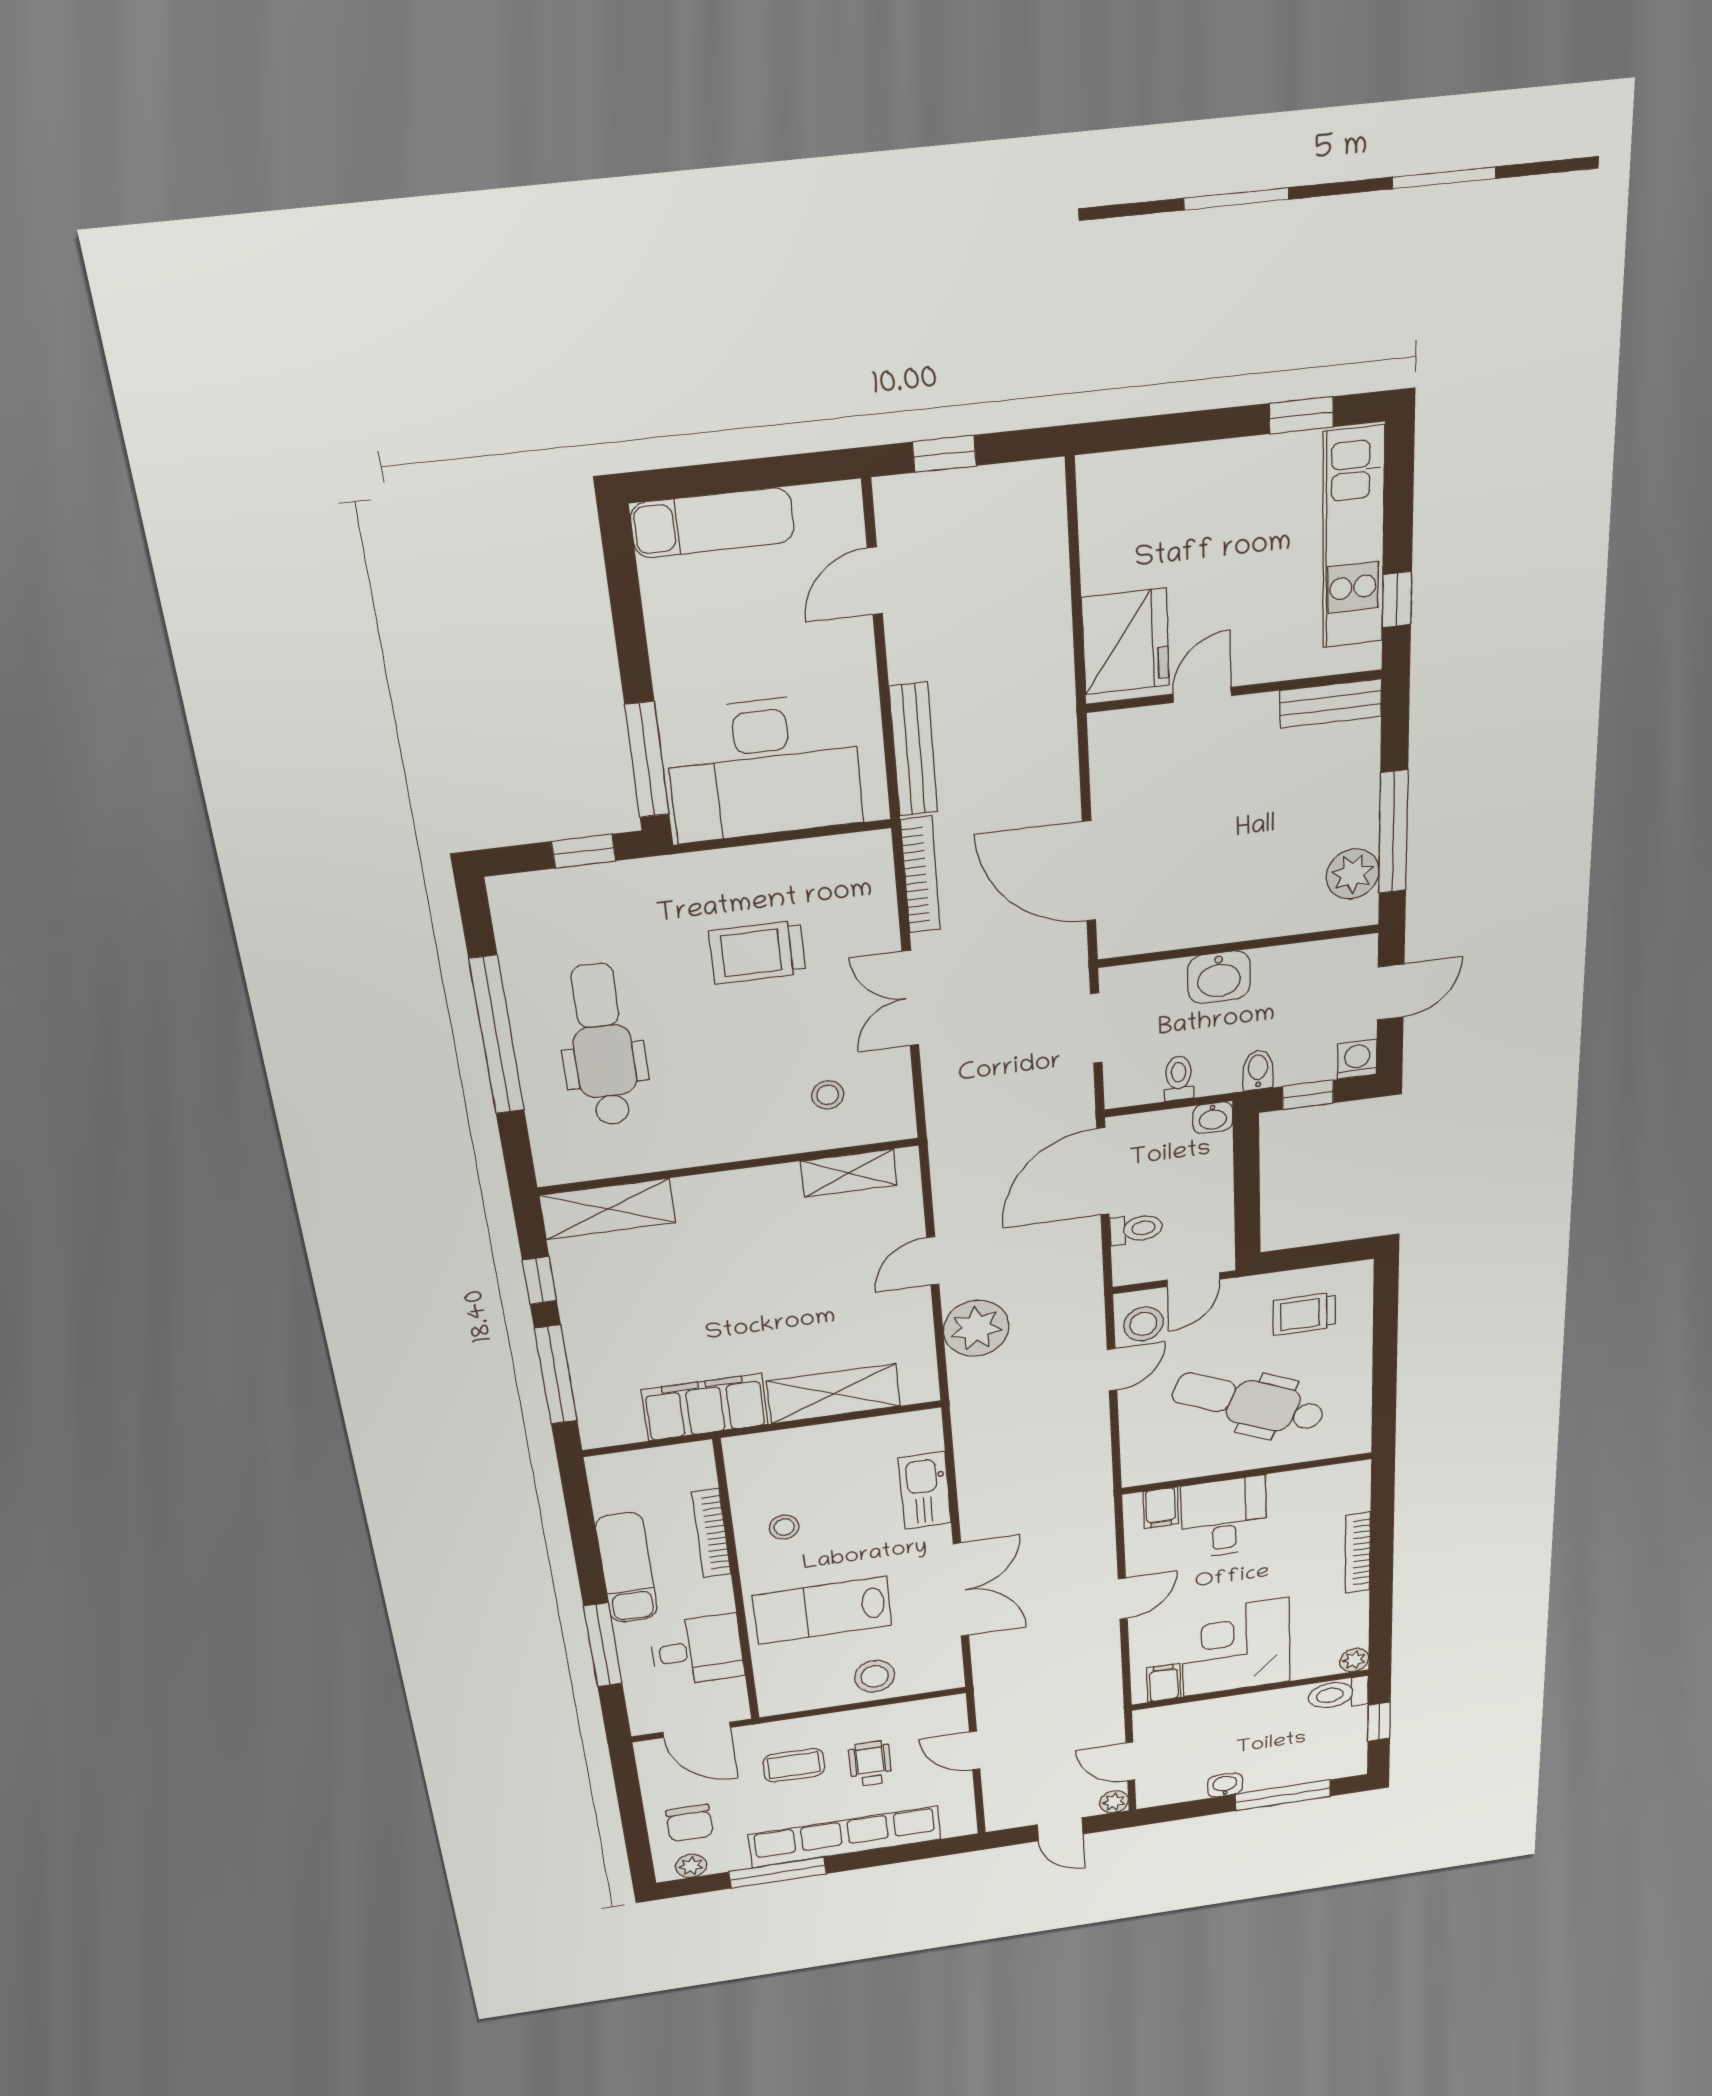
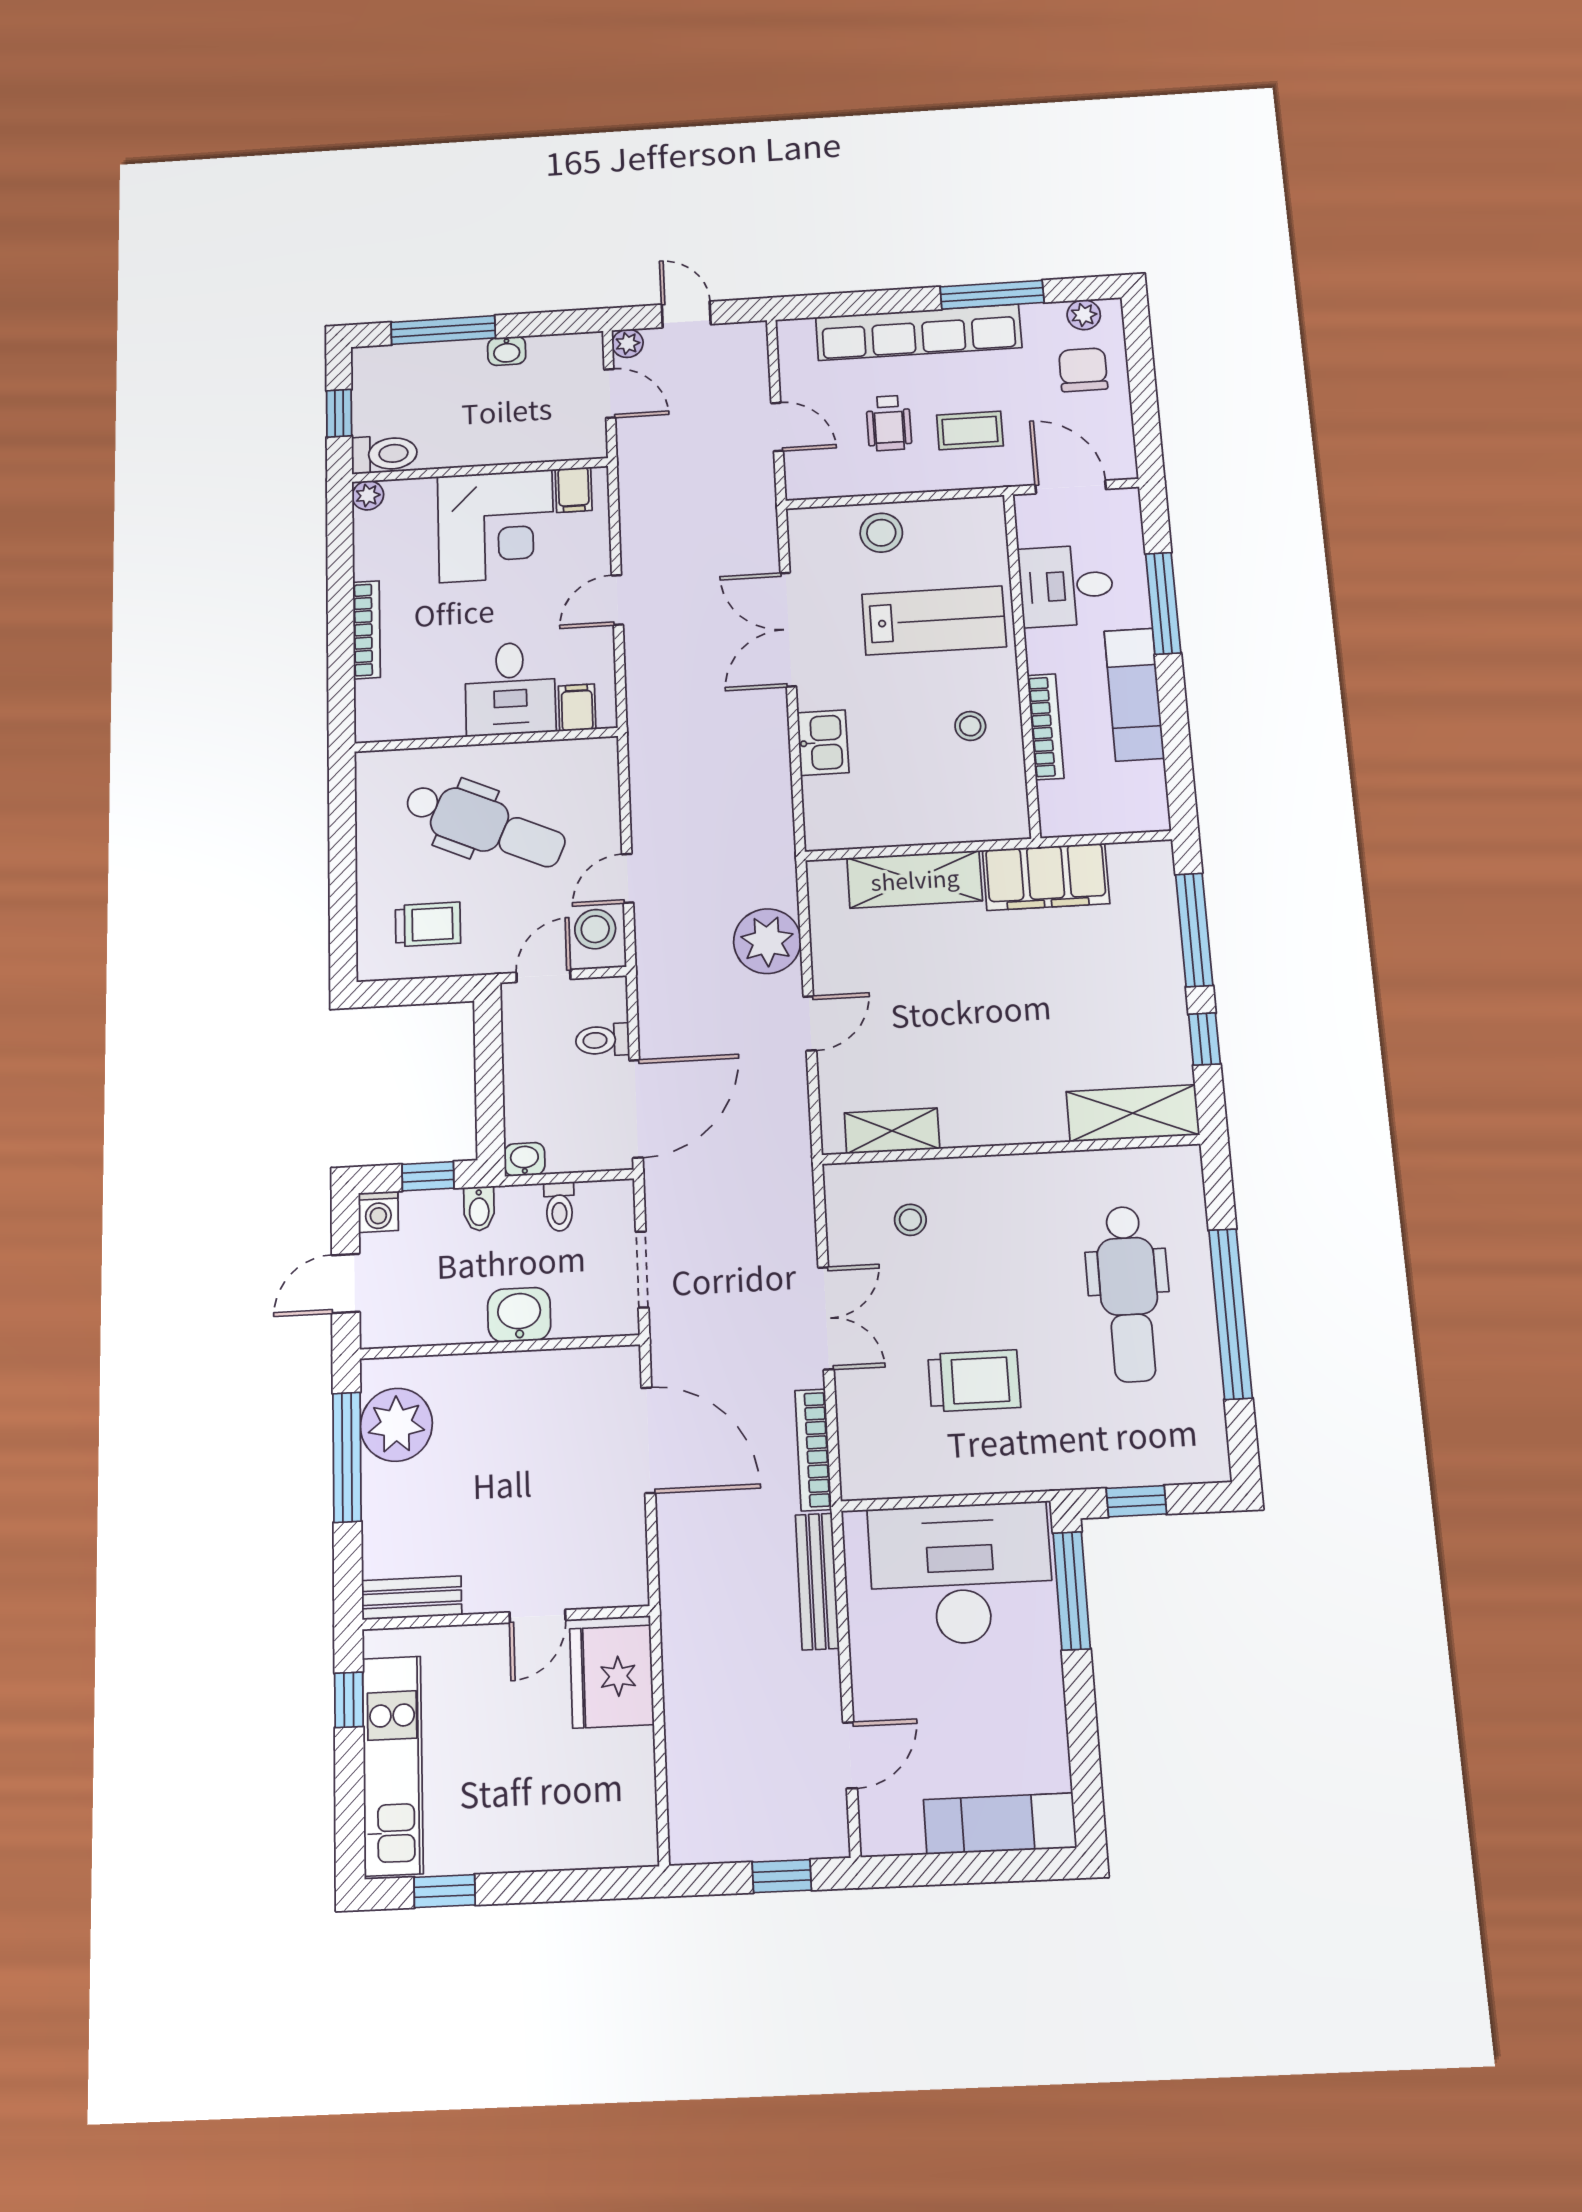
plant: (1353, 874) -> (396, 1425), width x1.36, depth x1.36
kitchen sink: (925, 1491) -> (823, 743), width x0.73

